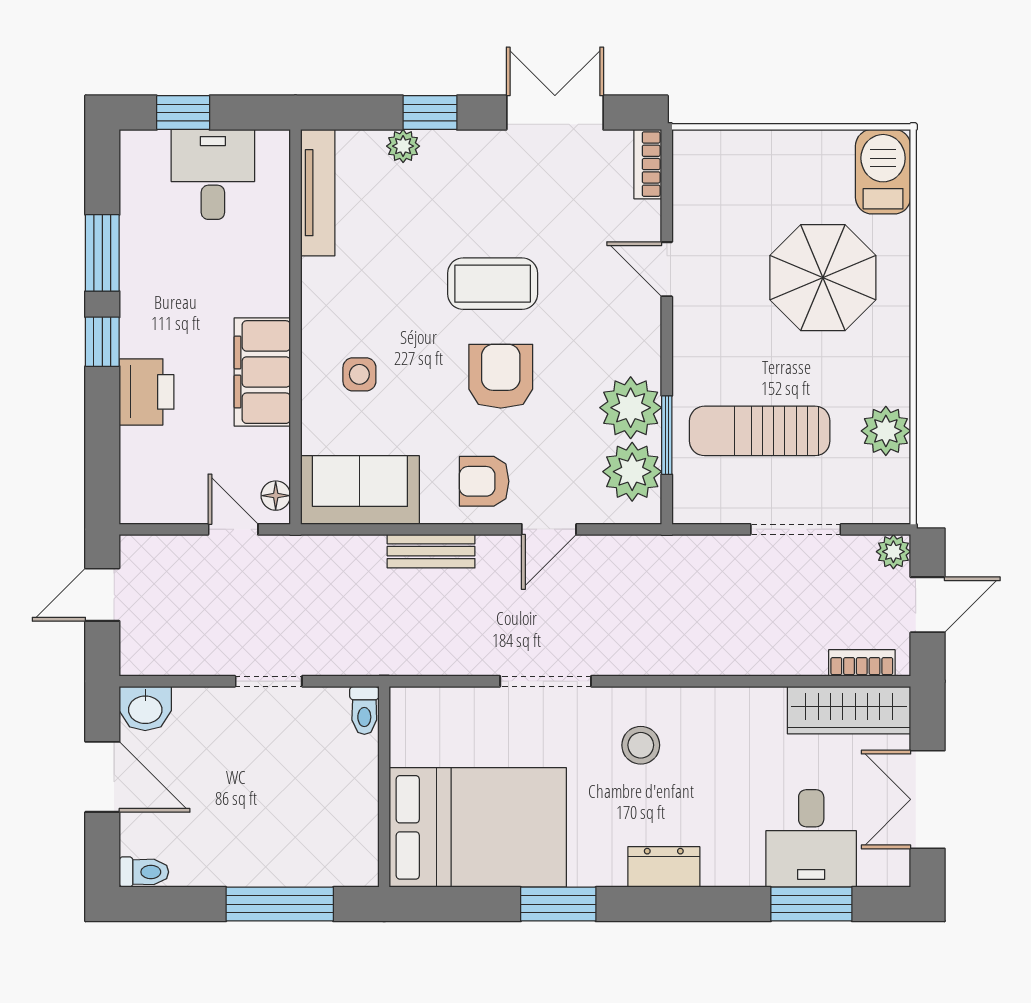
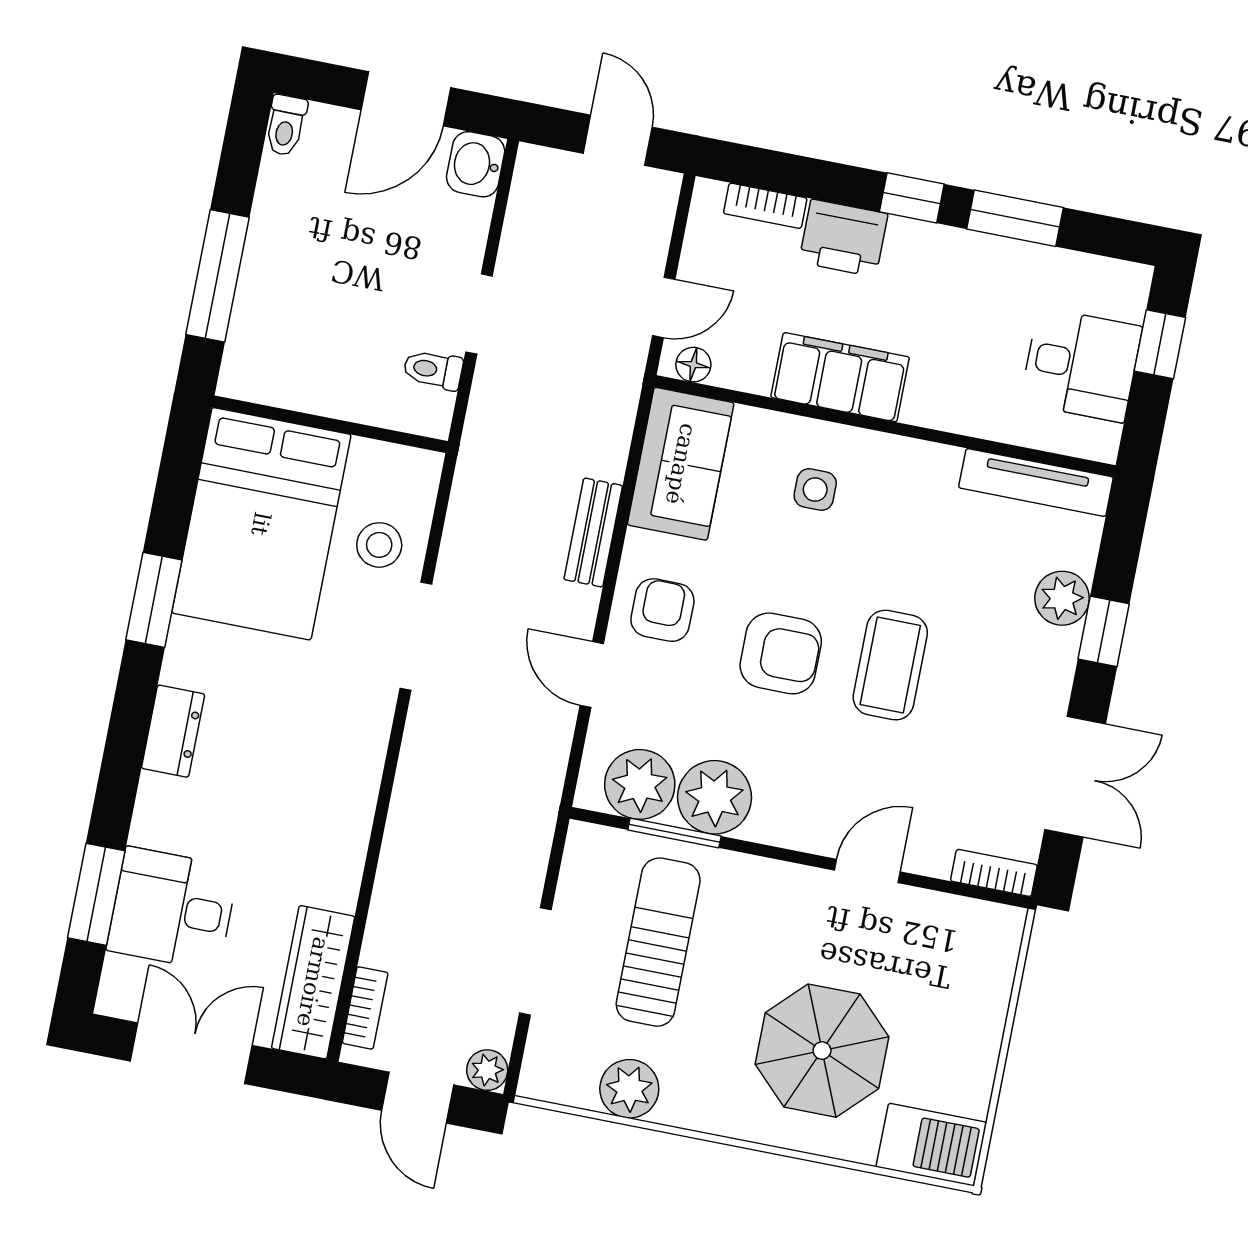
plant: (403, 146) -> (1062, 598), width x1.38, depth x1.38
bookcase: (132, 462) -> (765, 206), added
toilet: (364, 710) -> (433, 370), moved
stool: (641, 745) -> (379, 545), moved

